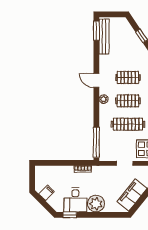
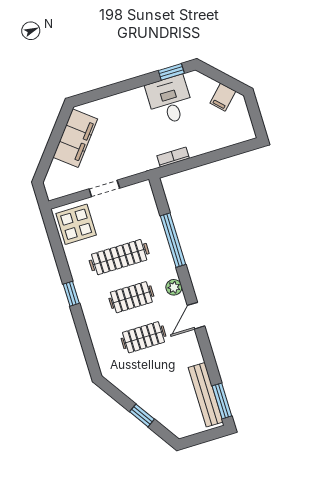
door: (96, 80) -> (196, 316), swing flipped
window: (96, 142) -> (173, 240), moved
plant: (96, 204) -> (133, 105), removed

